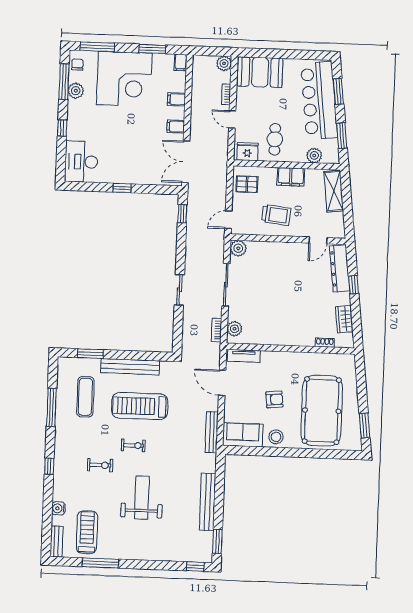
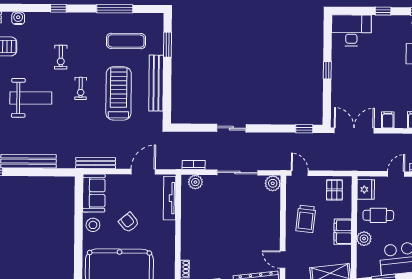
plant: (314, 156) -> (364, 239), moved
tv unit: (244, 356) -> (170, 198), width x1.41
armchair: (274, 399) -> (129, 222), turned 146

